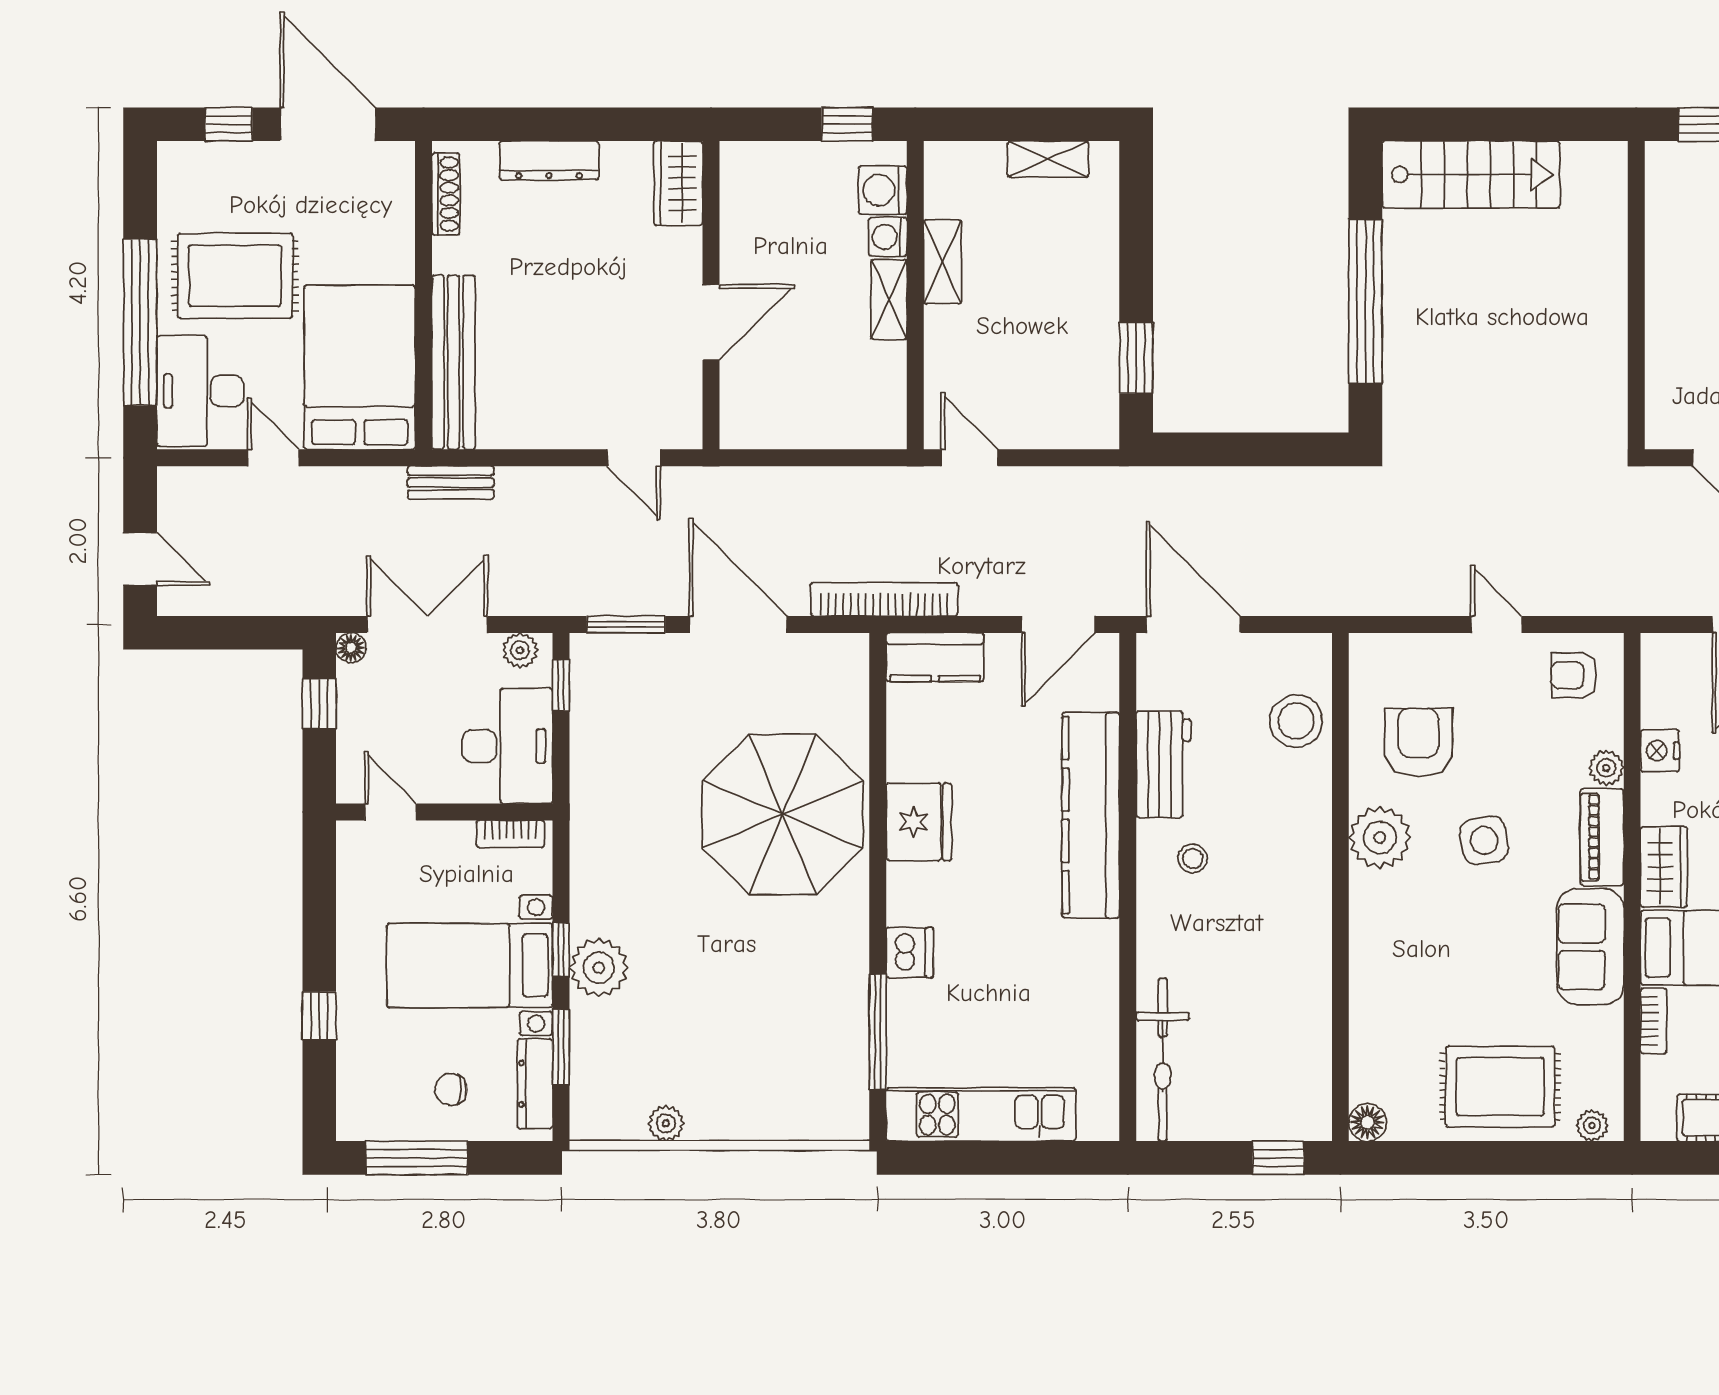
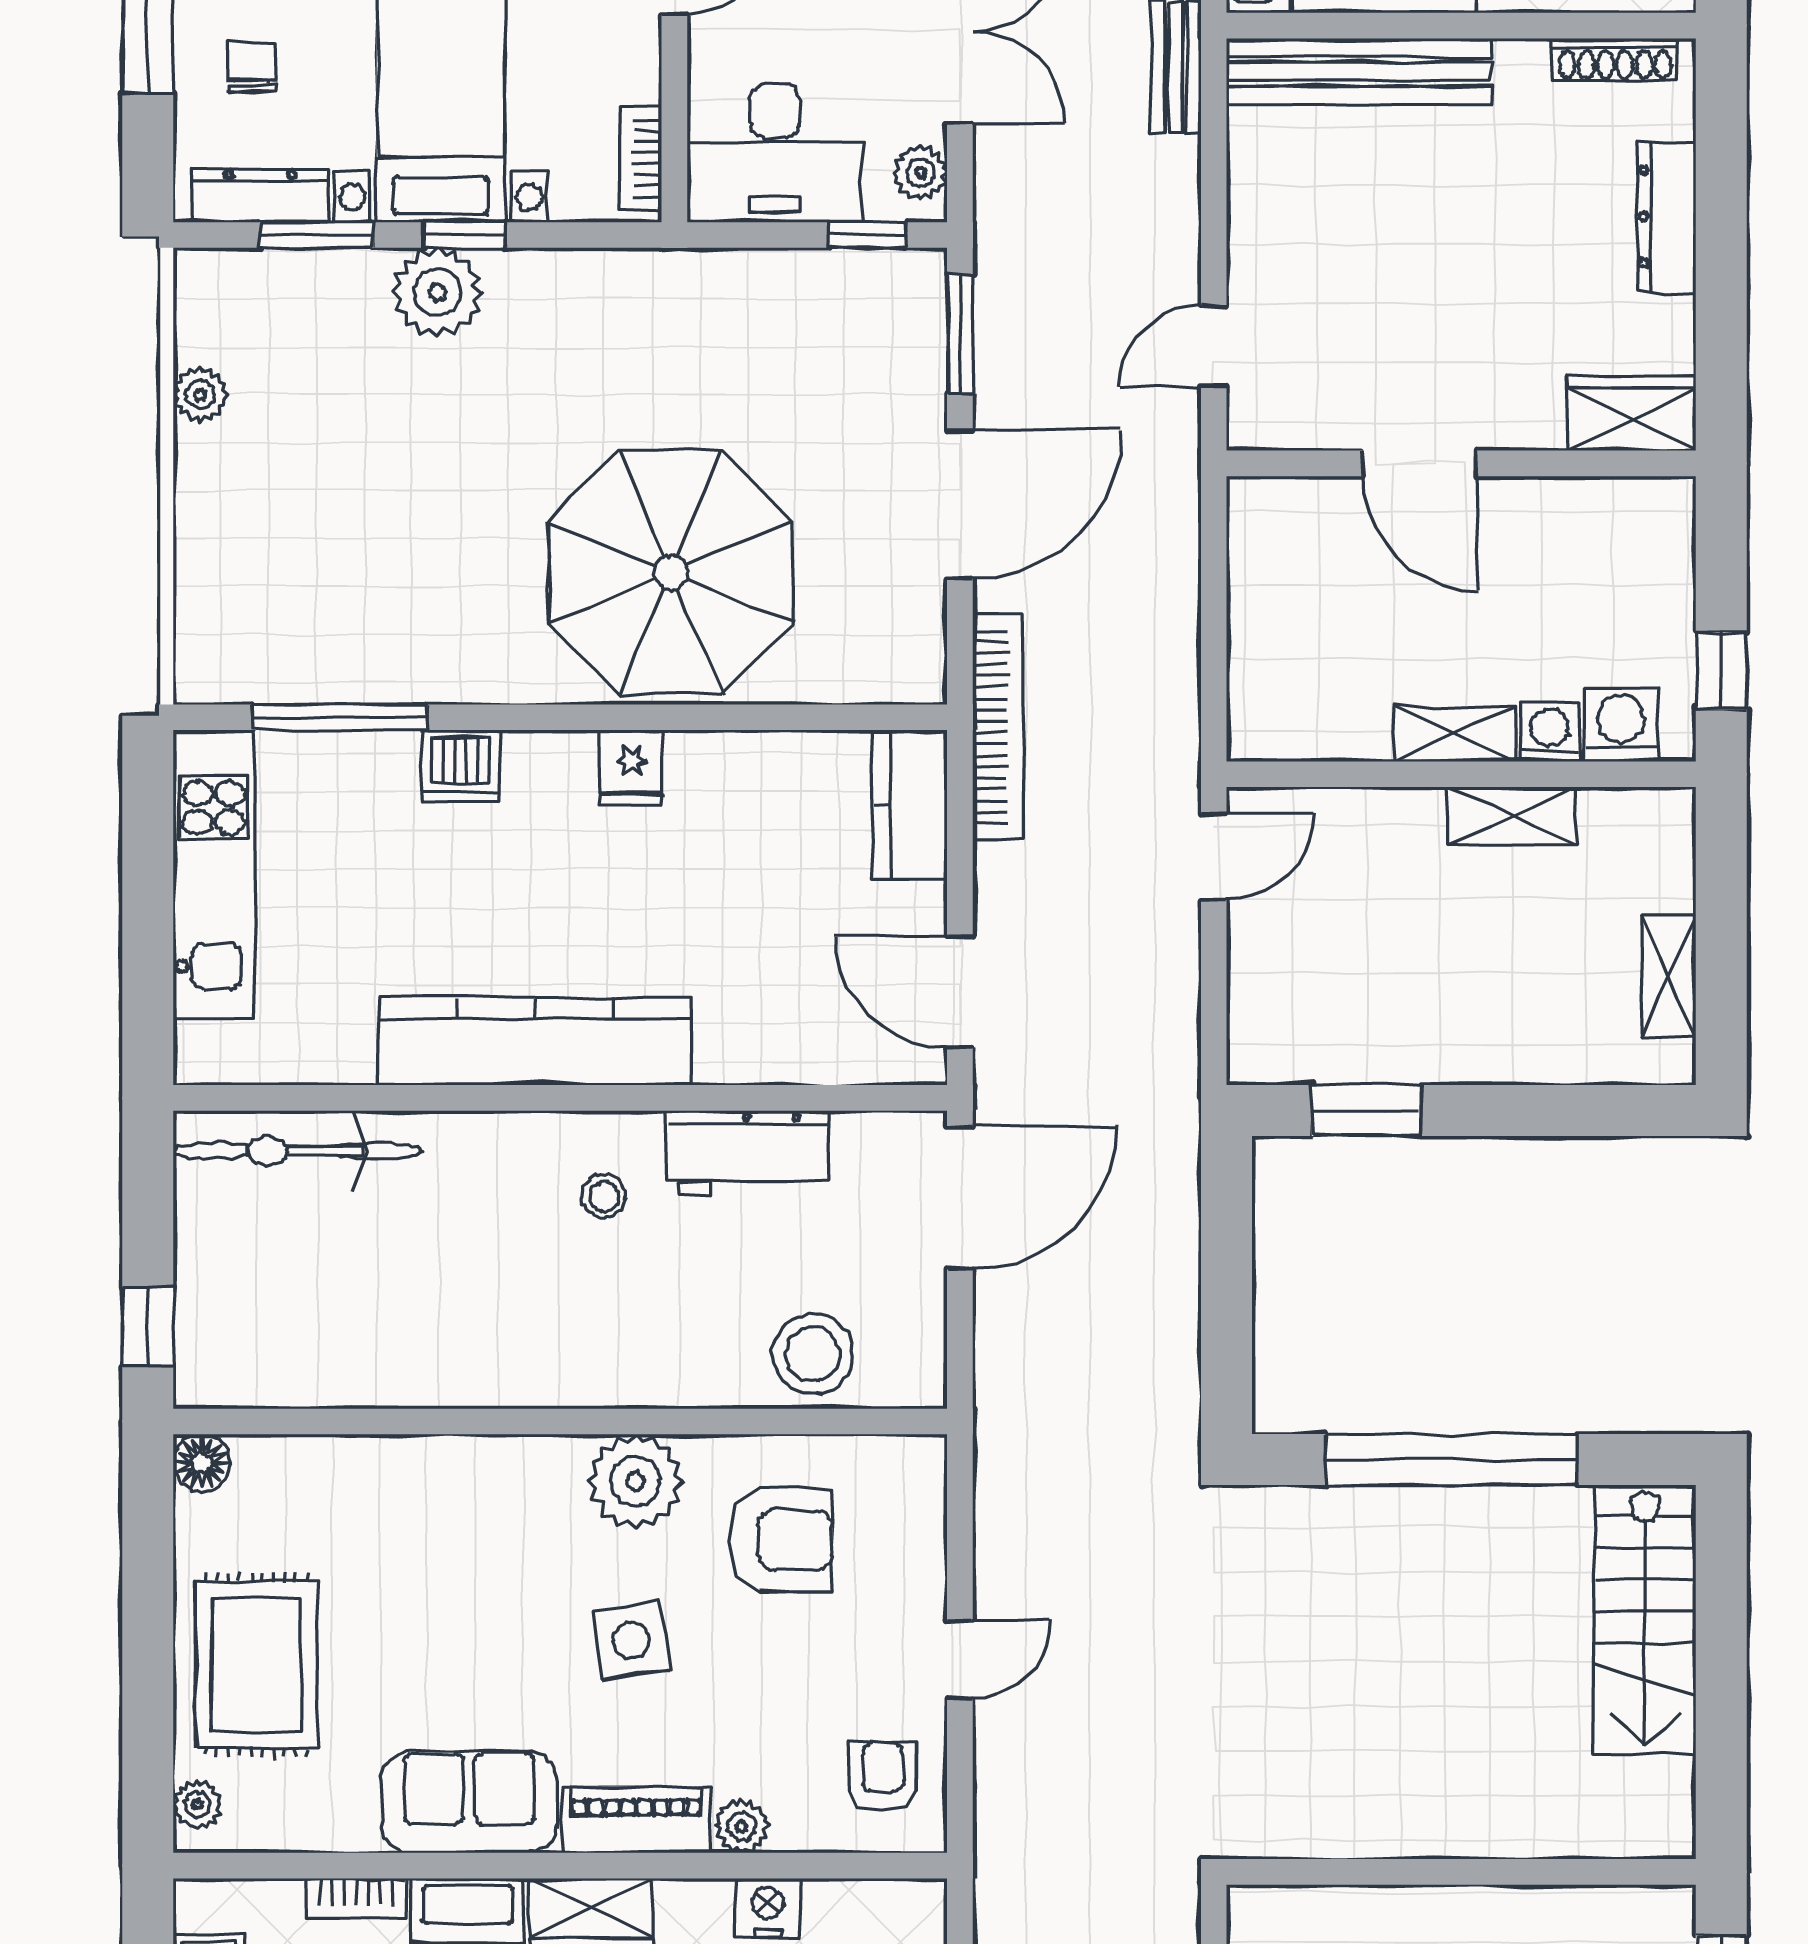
kitchen counter: (1091, 815) -> (535, 1041), moved
fridge: (919, 822) -> (632, 767), width x0.53, depth x0.75

